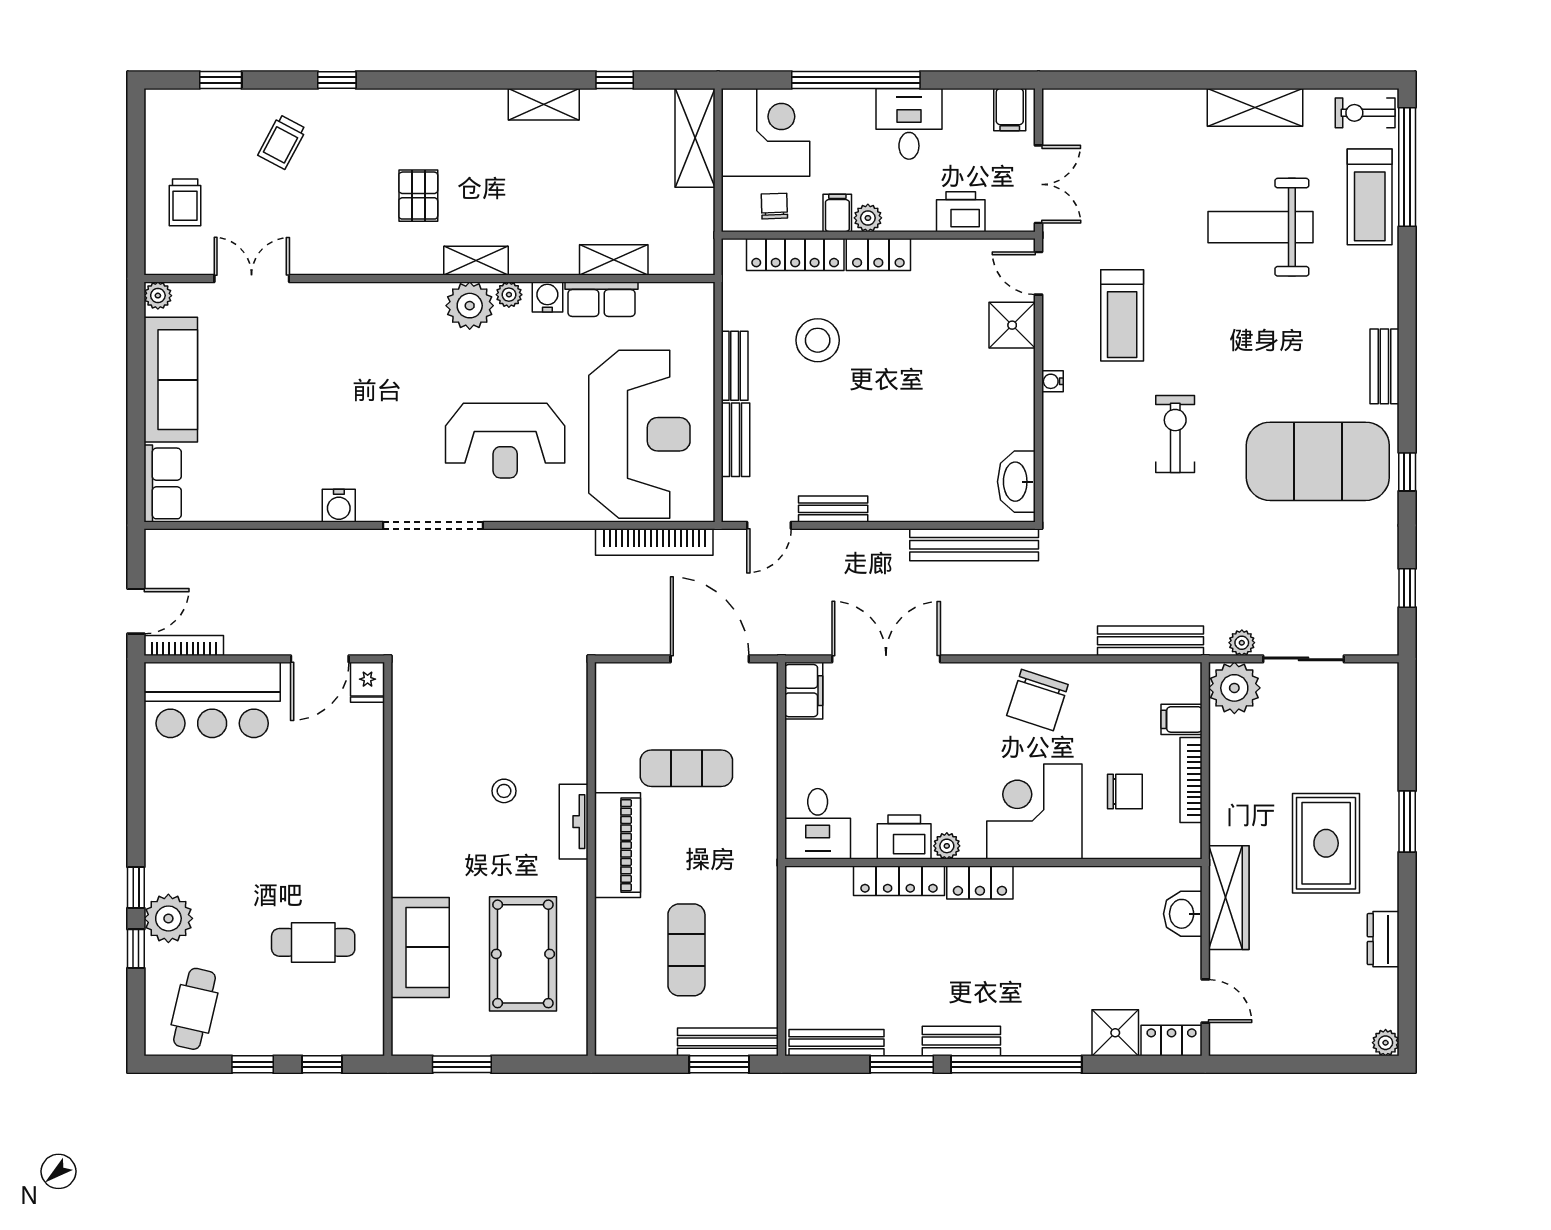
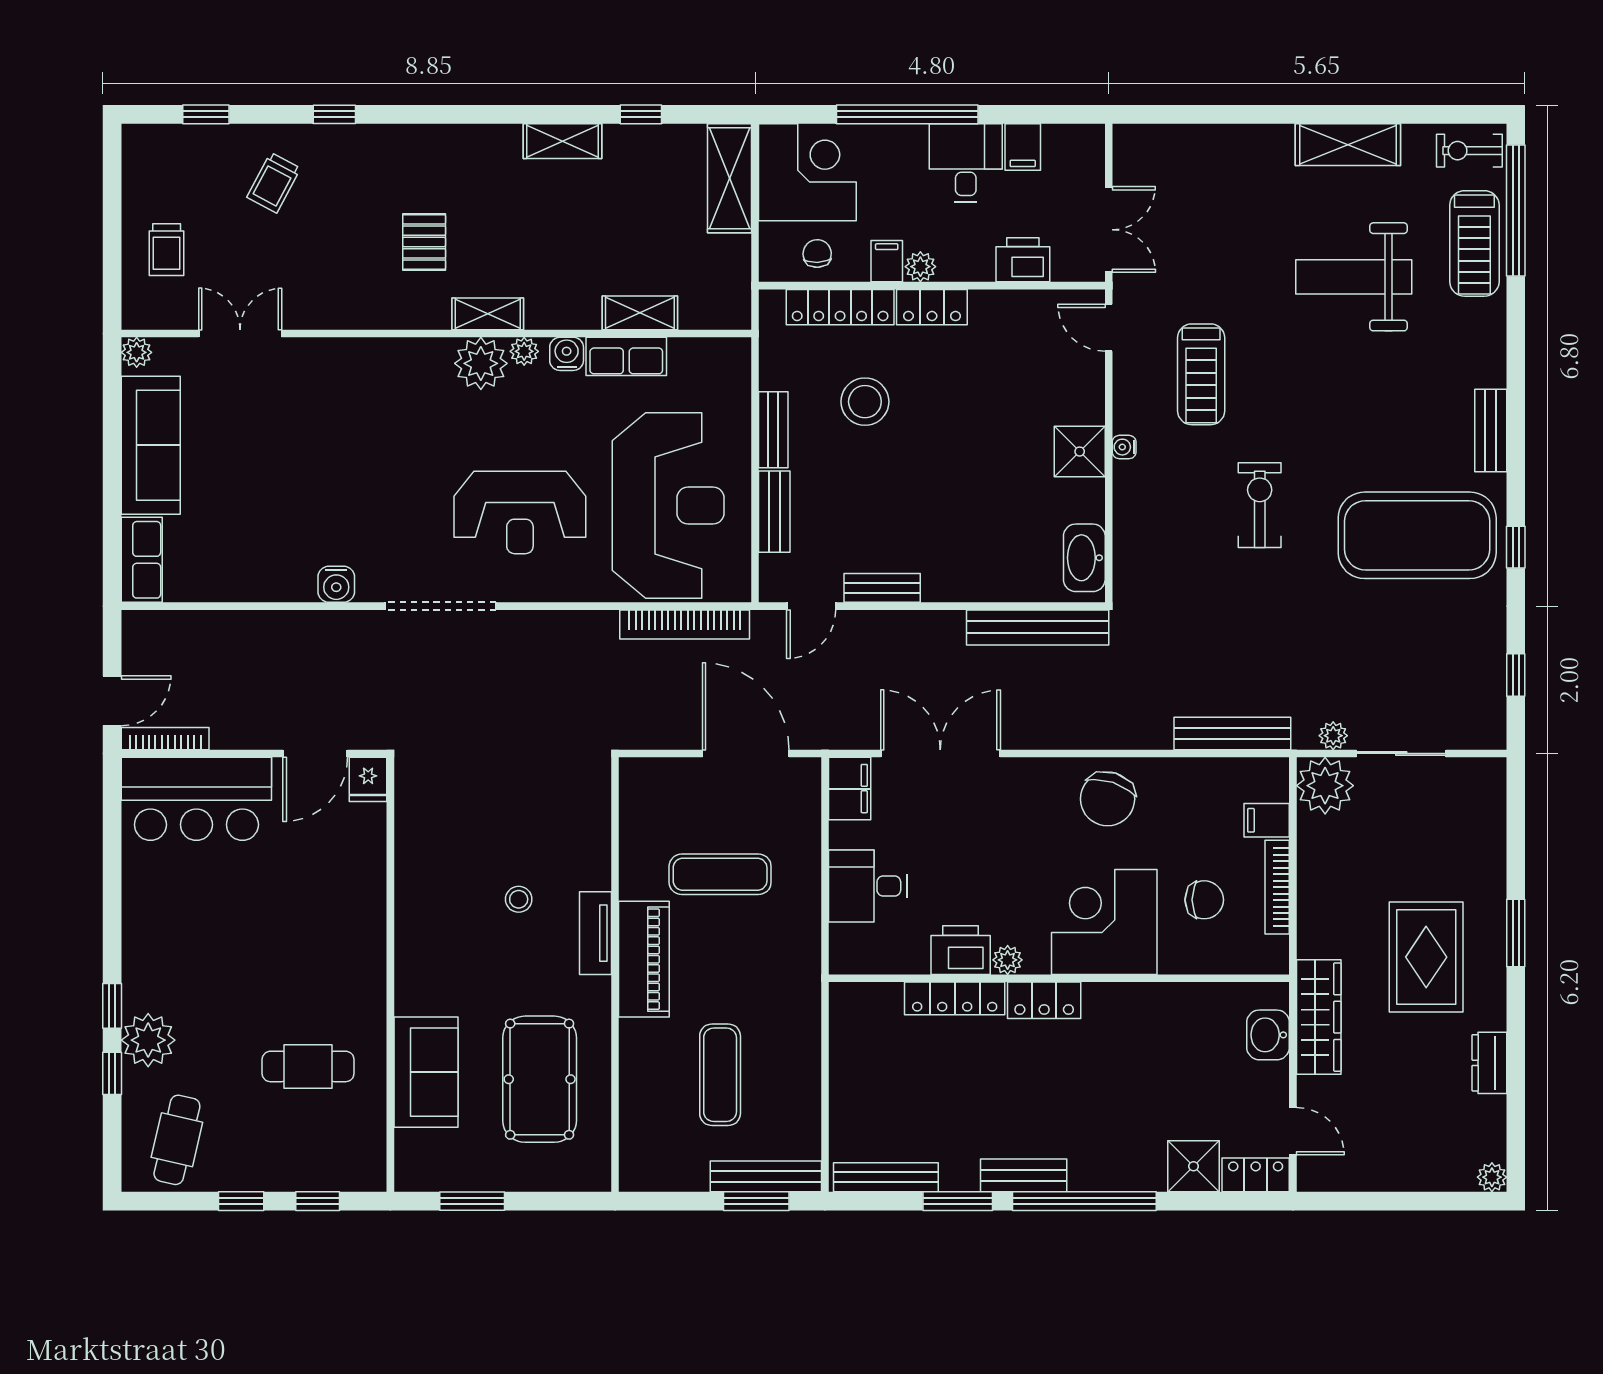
filing cabinet: (1010, 110) -> (1023, 147), moved
shower: (1012, 325) -> (1080, 452), moved
desk: (818, 824) -> (868, 886), moved, turned 90

